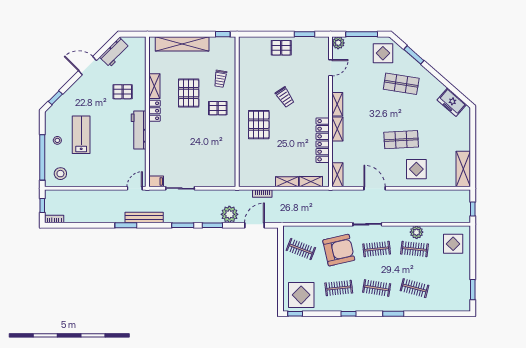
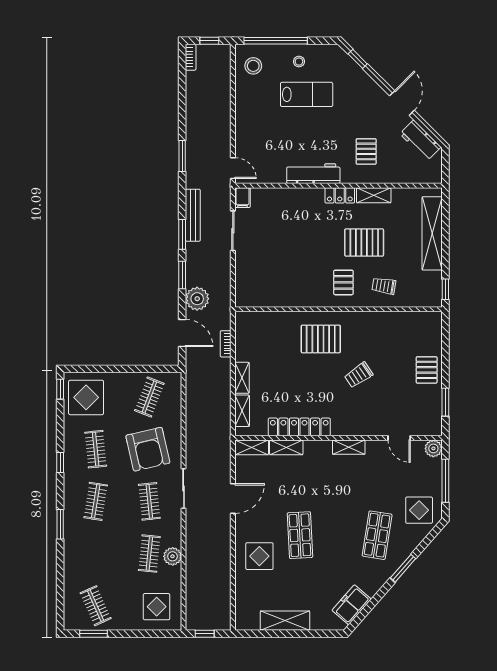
window: (414, 55) -> (403, 568), moved
shelving: (337, 129) -> (286, 447), moved
shelving: (463, 169) -> (285, 621), moved
bench: (144, 217) -> (193, 215), moved
clothes rail: (414, 288) -> (96, 606), moved, turned -39

